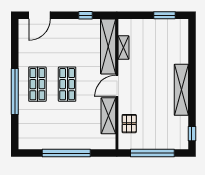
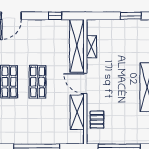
door: (117, 86) -> (85, 83), hinge flipped

